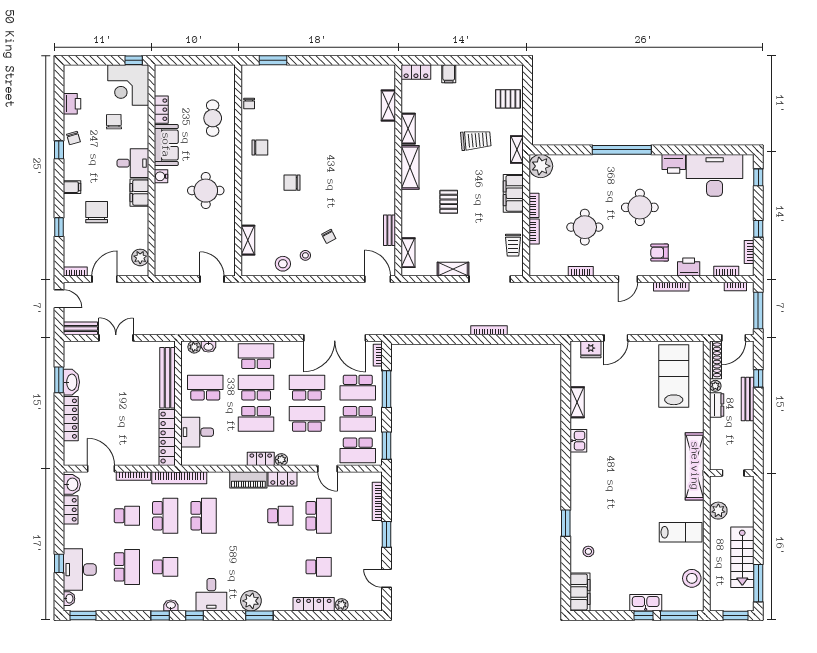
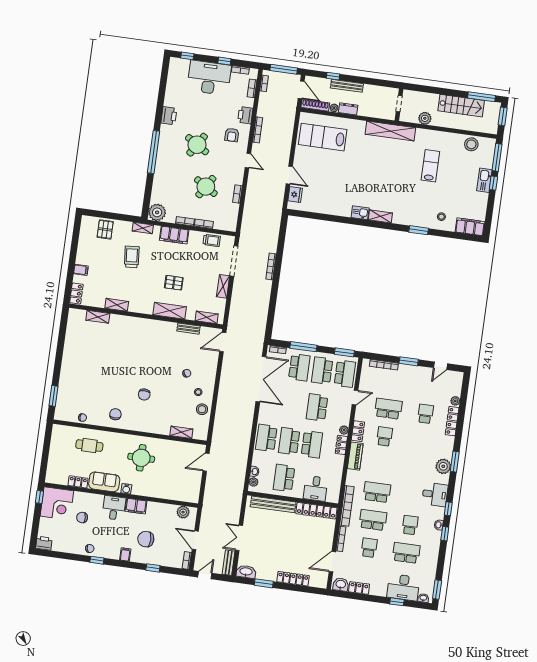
printer: (72, 104) -> (44, 543), moved
shelving: (410, 167) -> (170, 311), moved
desk: (715, 175) -> (209, 78), moved, turned 90
round table: (640, 207) -> (197, 145), turned 32
round table: (585, 227) -> (206, 187), turned 32
washbasin: (71, 382) -> (246, 572), moved
school desk: (307, 388) -> (294, 404), removed
shelving: (577, 402) -> (380, 216), moved
school desk: (358, 419) -> (322, 371), turned 180
lab bench: (681, 532) -> (430, 166), moved

